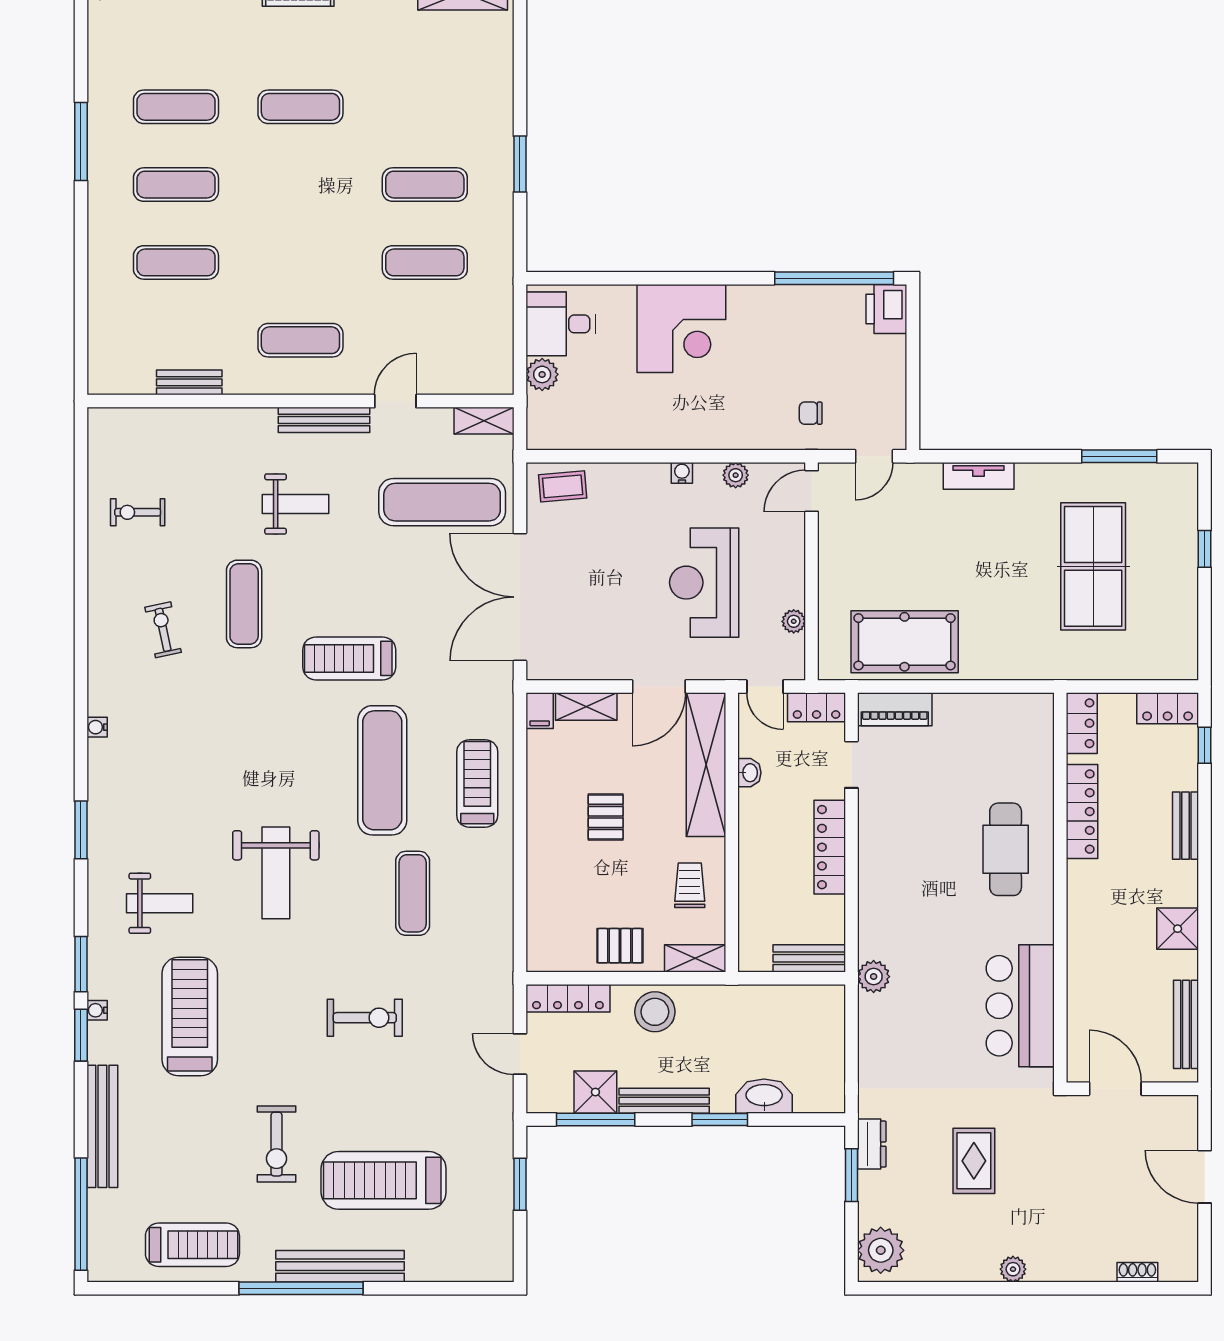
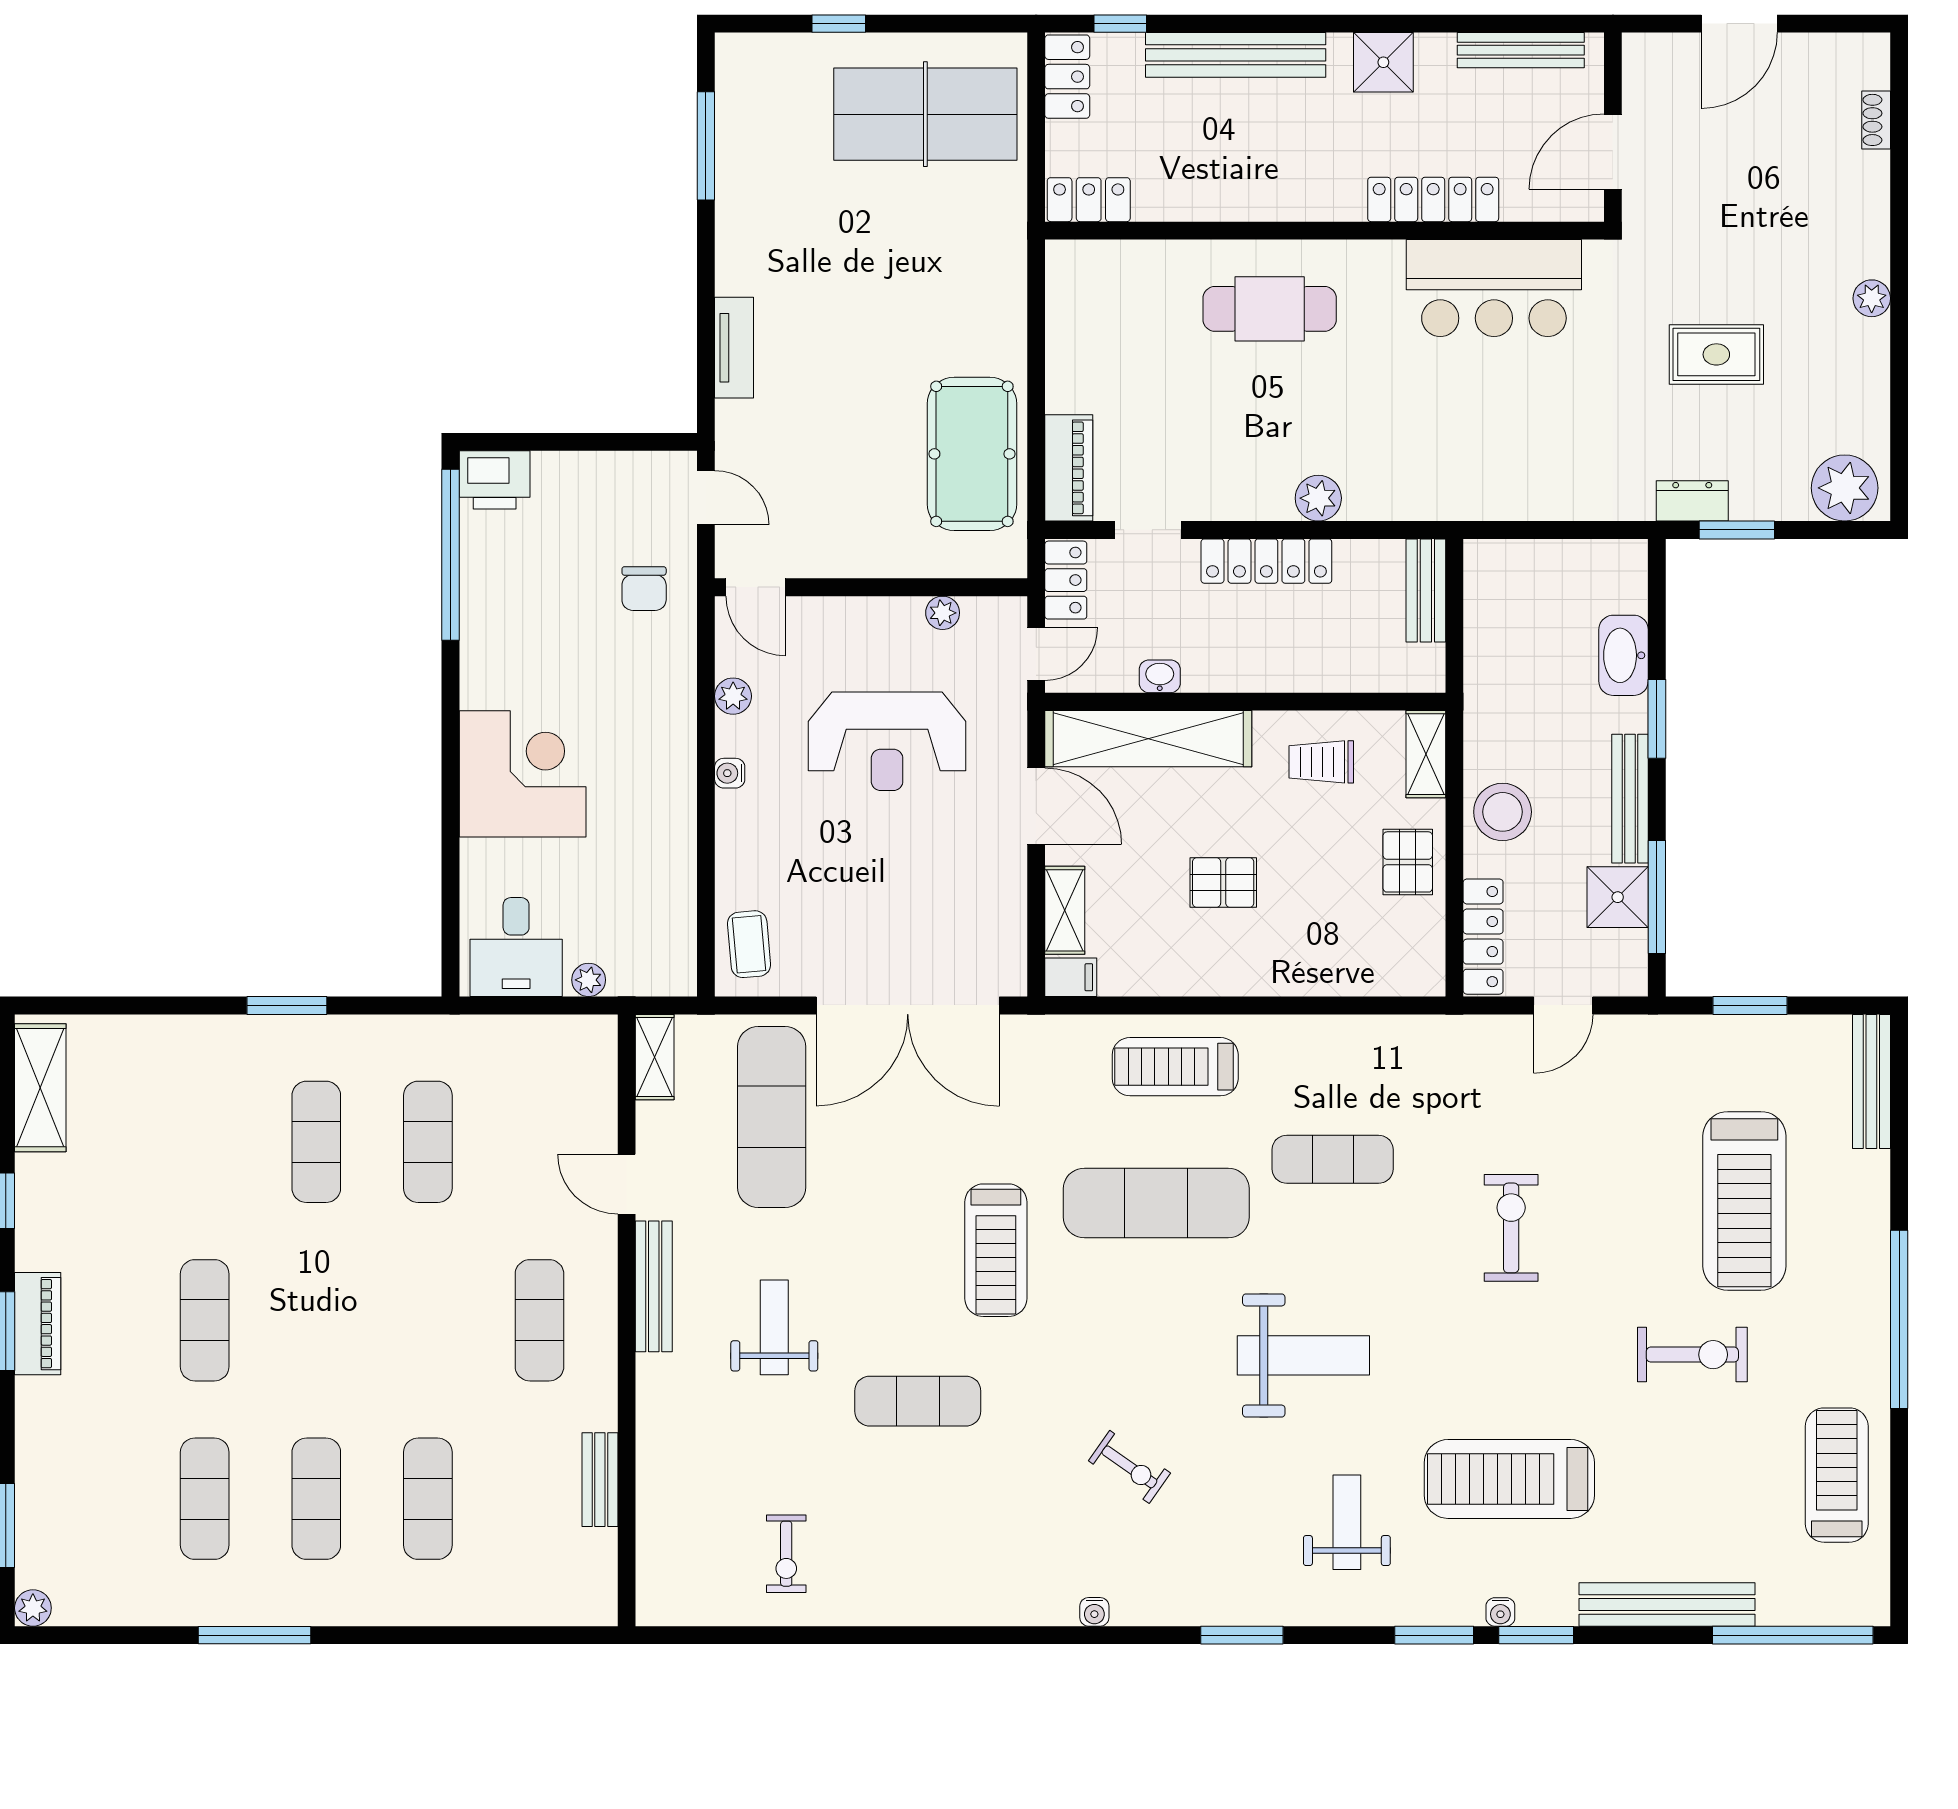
plant: (542, 374) -> (589, 980), width x0.73, depth x0.73
chair: (811, 413) -> (644, 589), width x1.37, depth x1.37
table tennis table: (1093, 566) -> (925, 114), moved
exercise bike: (163, 630) -> (1129, 1467), moved, turned -133
locker: (1082, 812) -> (1433, 199), moved
bench: (1186, 826) -> (1236, 55), width x1.86, depth x1.21
plant: (874, 977) -> (1318, 498), moved
bench: (340, 1266) -> (1871, 1081), moved, width x0.73, depth x0.82

